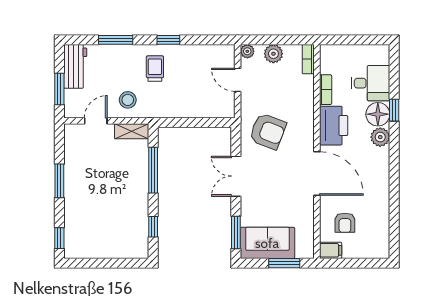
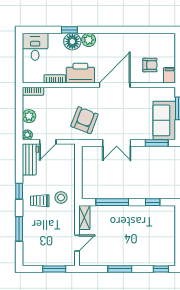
workbench: (75, 66) -> (31, 159), moved, turned 90
desk: (371, 83) -> (35, 47), moved
stool: (128, 100) -> (61, 198), moved
door: (96, 121) -> (77, 243), swing flipped

